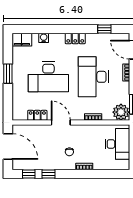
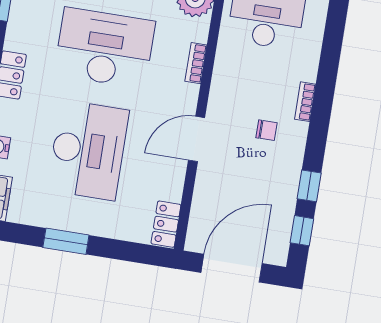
desk: (93, 77) -> (105, 48), turned 180
locker: (37, 115) -> (166, 224), moved

